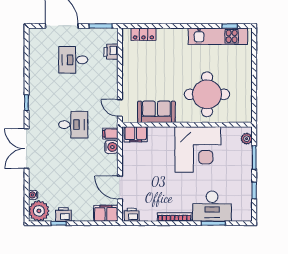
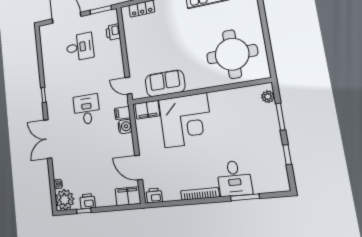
desk: (73, 60) -> (80, 47), turned 180
round table: (207, 94) -> (232, 54), moved
desk: (73, 125) -> (87, 109), turned -90
corner desk: (198, 149) -> (186, 120), moved
desk: (212, 206) -> (234, 178), width x0.73

